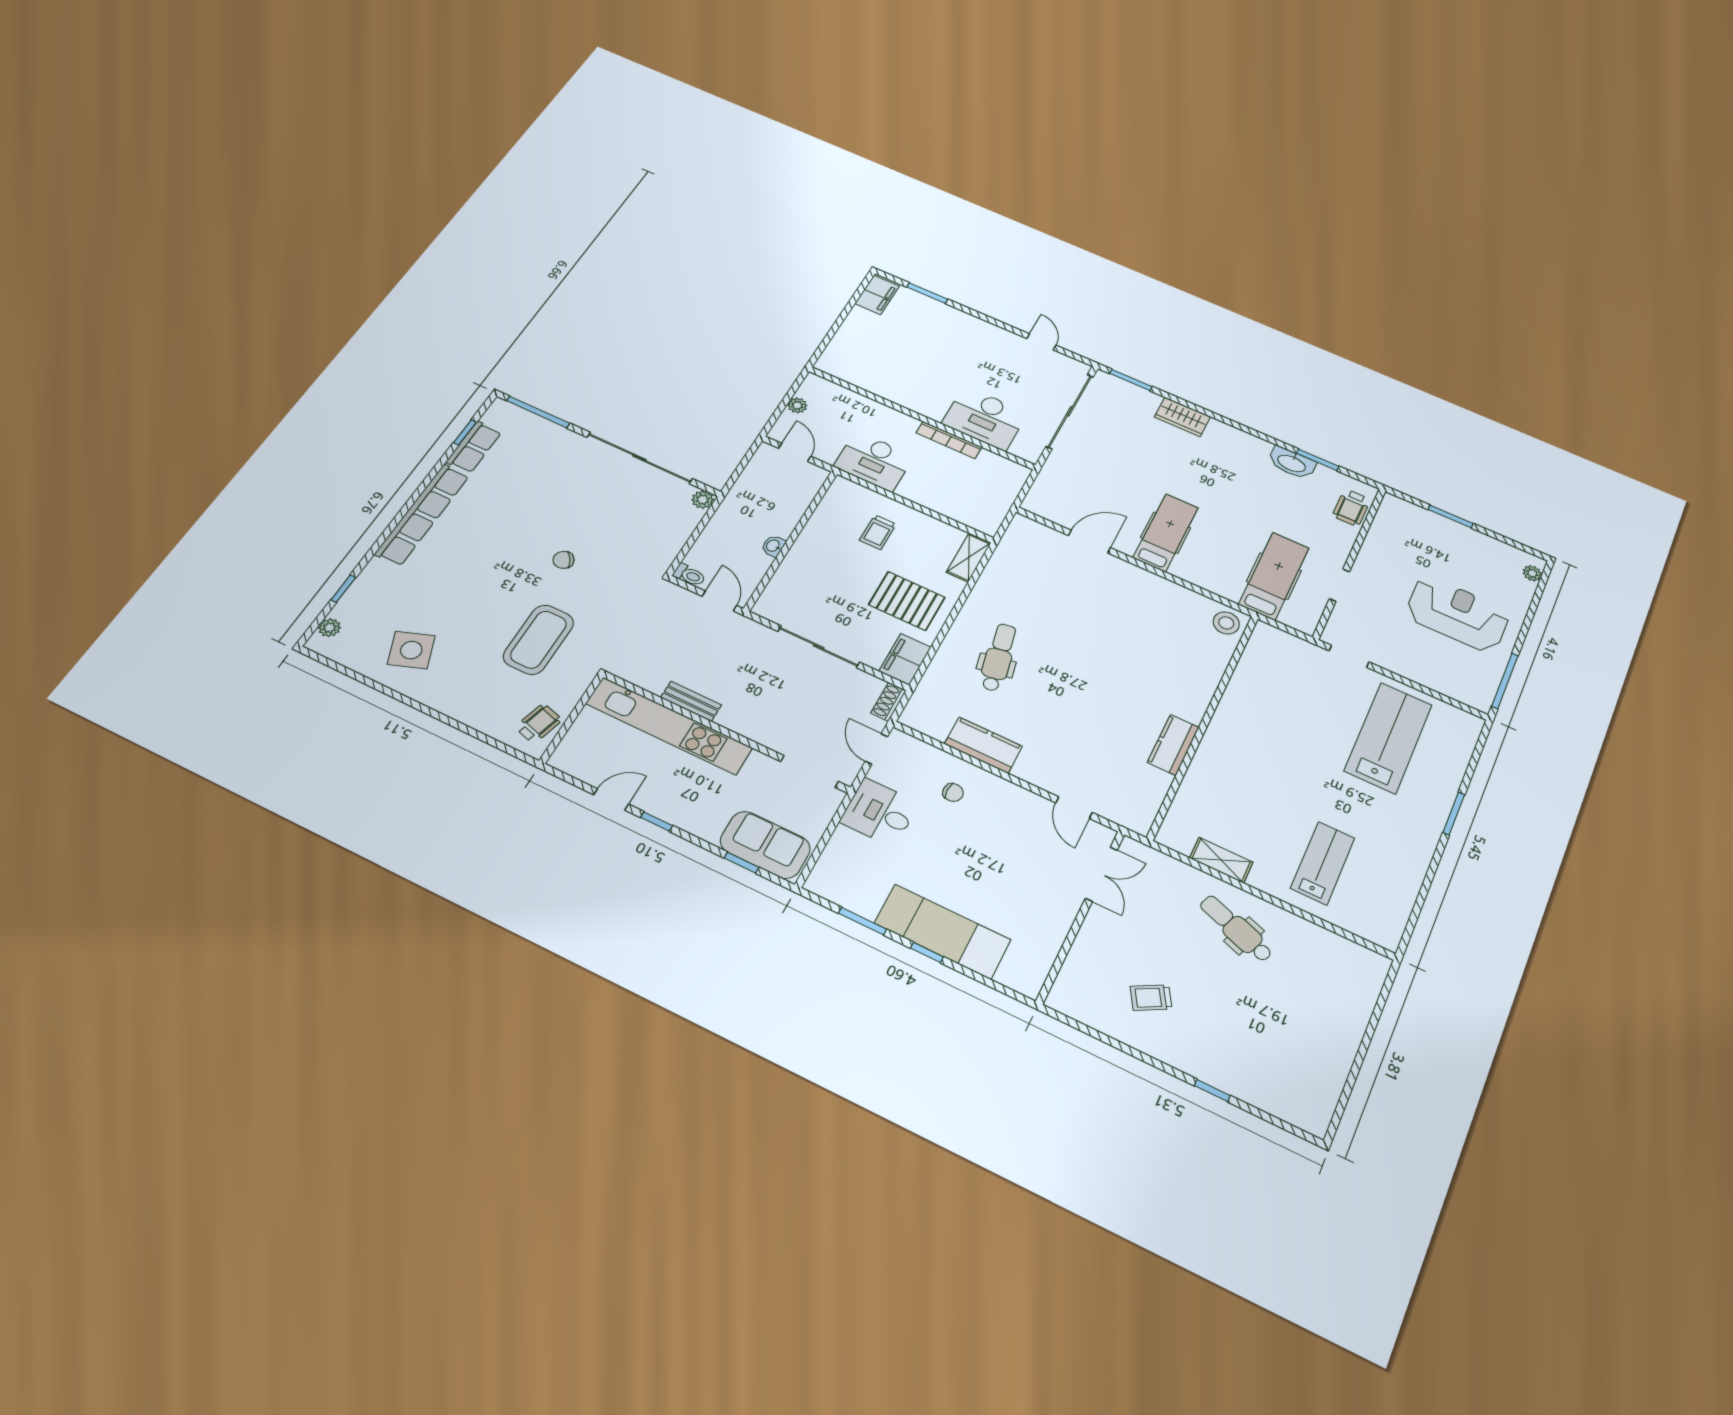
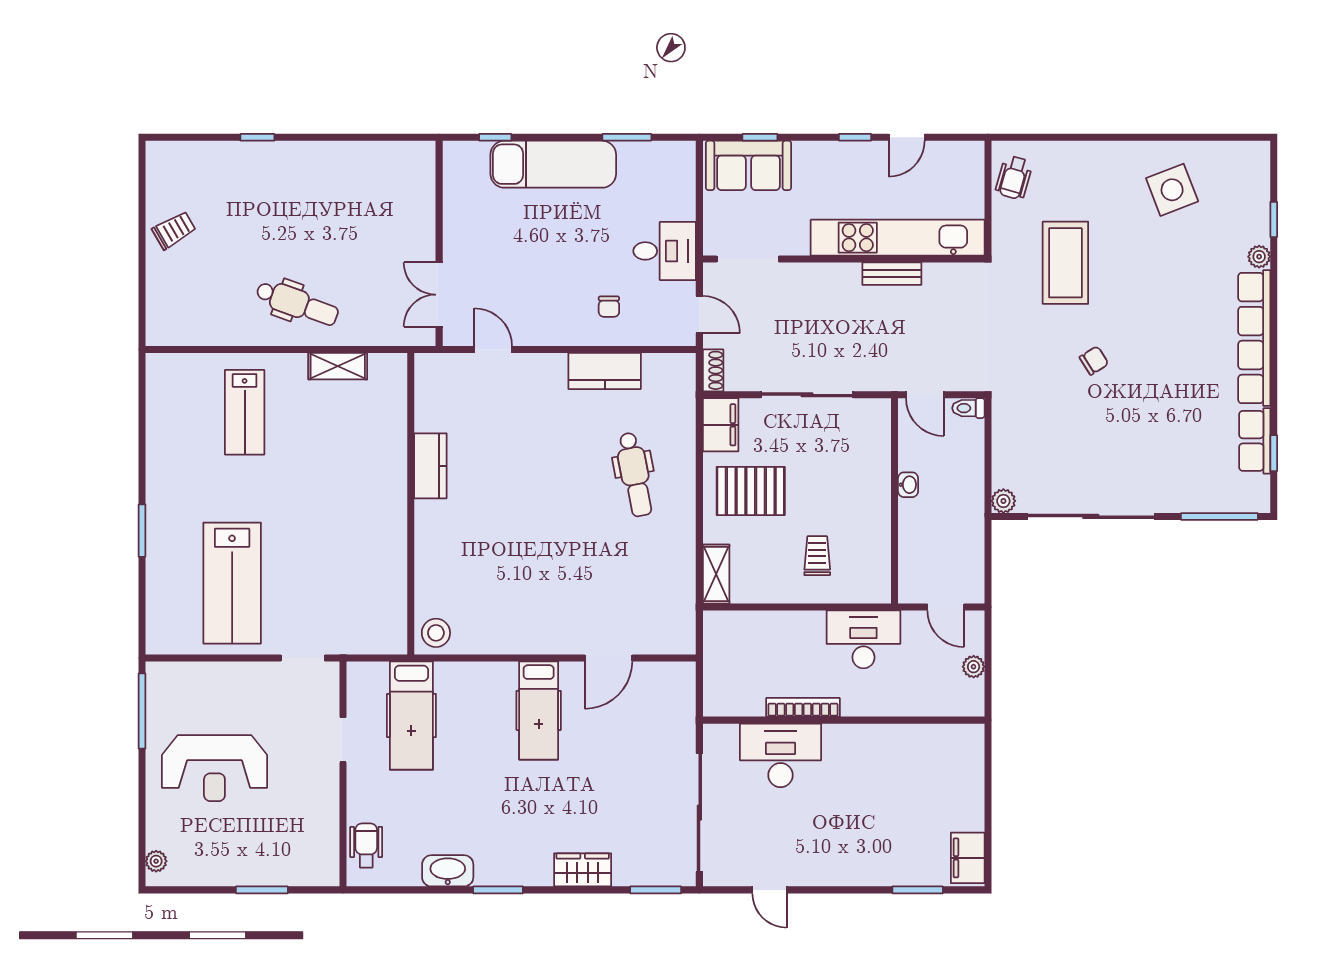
window: (1318, 460) -> (498, 890), moved
plant: (330, 628) -> (1259, 257), moved
chair: (953, 793) -> (609, 307), turned -90
window: (927, 952) -> (495, 137), moved
trolley: (1151, 998) -> (174, 230), moved

